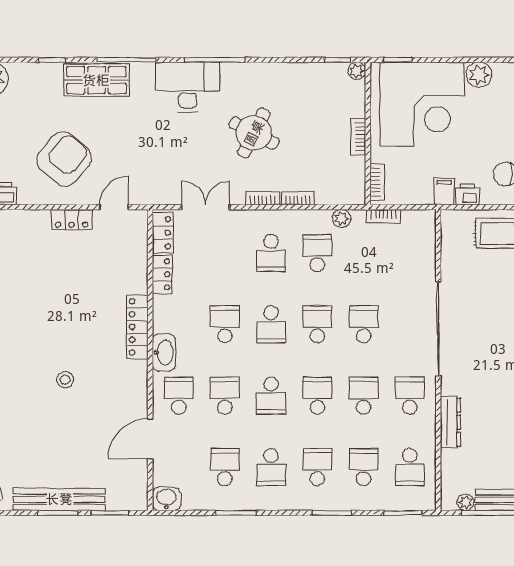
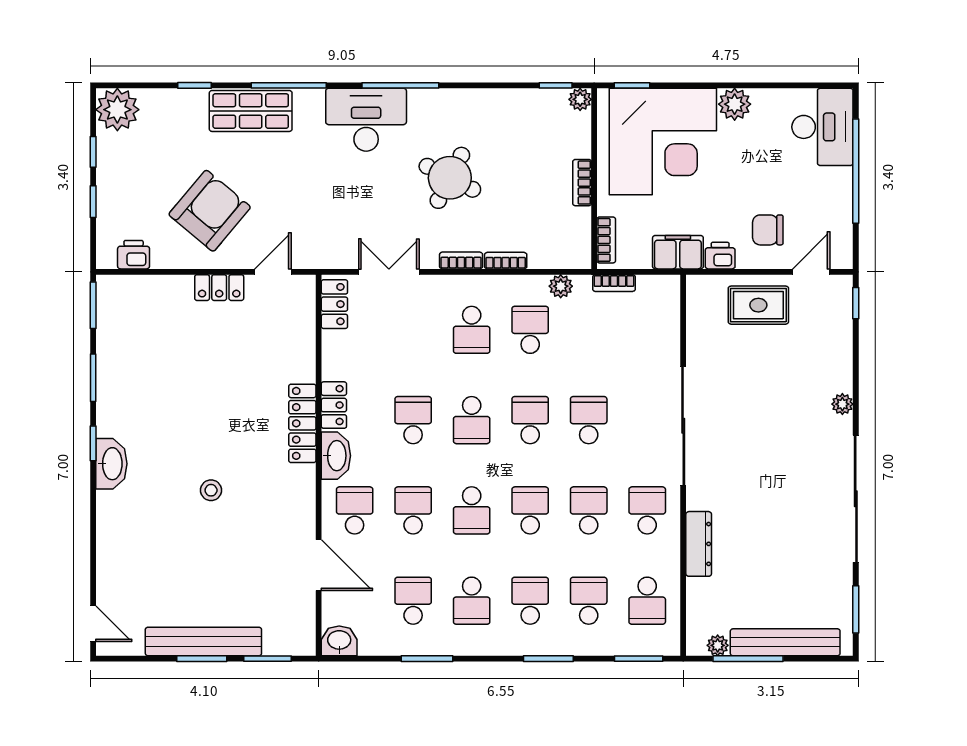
filing cabinet: (444, 192) -> (678, 252), width x2.00
locker: (162, 274) -> (334, 405), moved
door: (150, 439) -> (319, 565), swing flipped

